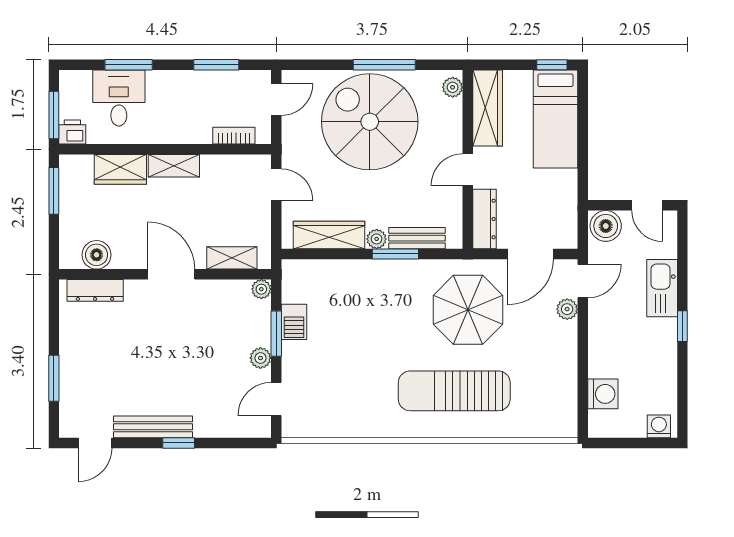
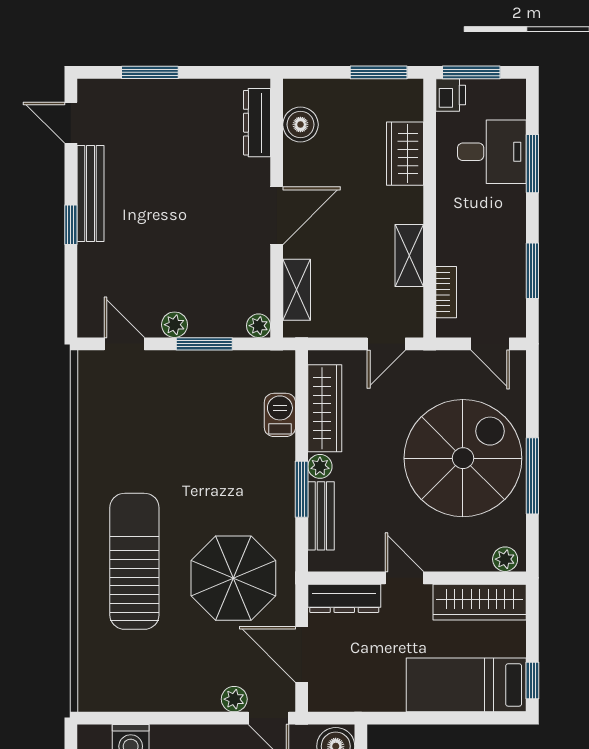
shelving: (174, 166) -> (409, 256), moved
barbecue: (294, 322) -> (280, 415), moved, turned 90

